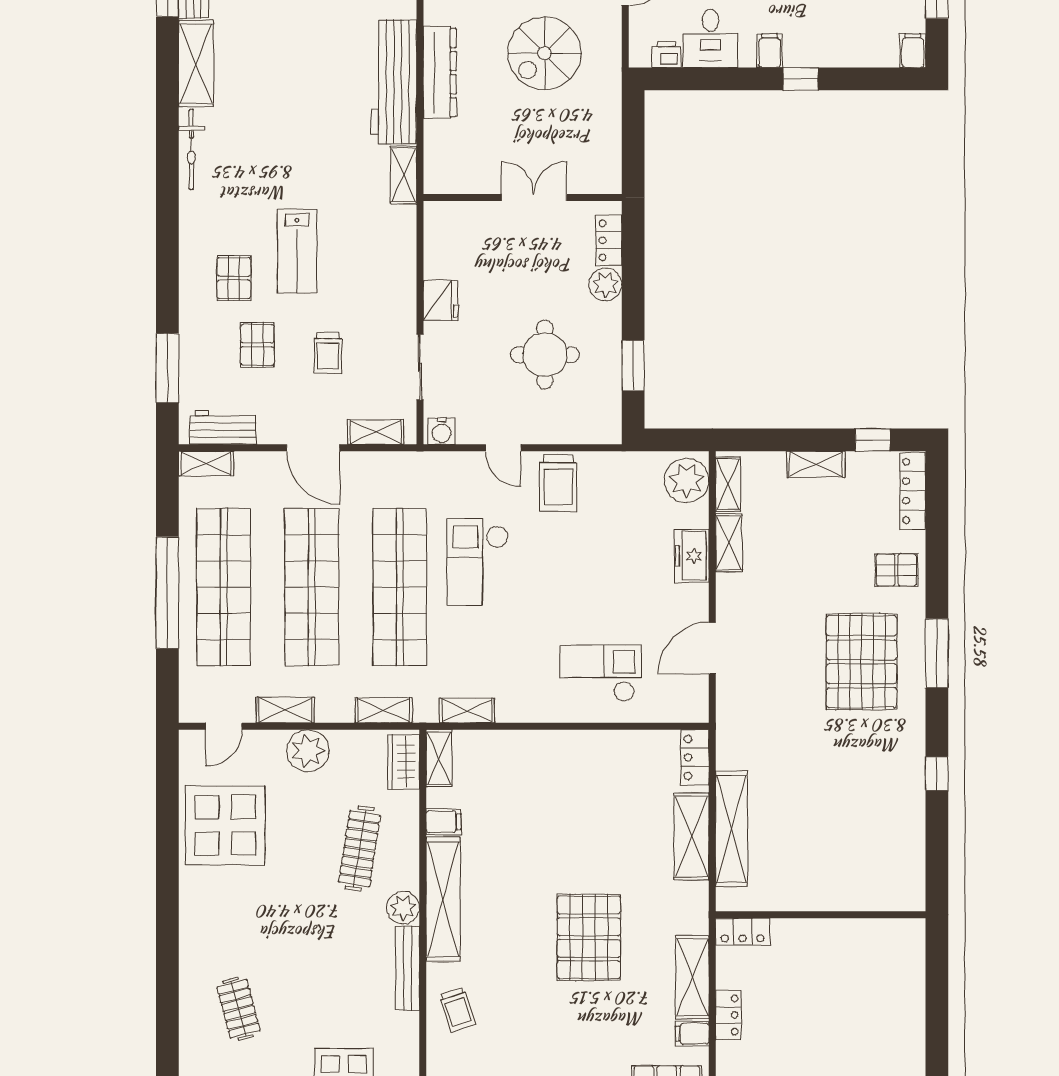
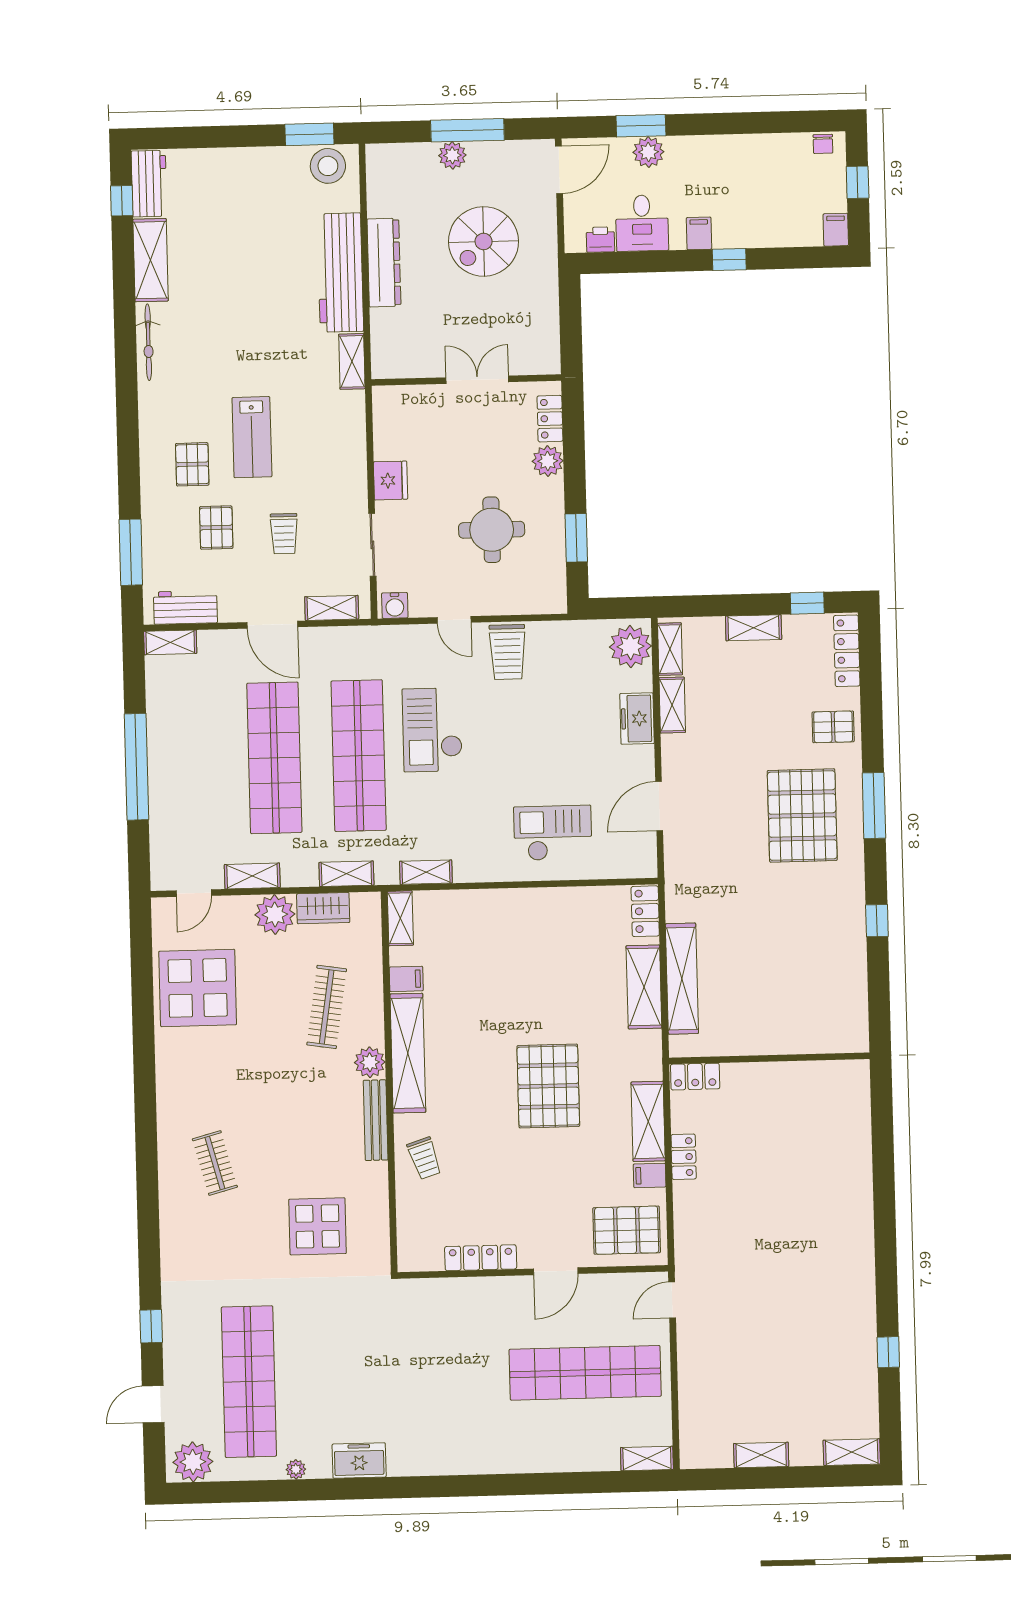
shop shelf: (224, 587) -> (190, 760), removed
wardrobe: (403, 762) -> (323, 908), moved, turned -90

